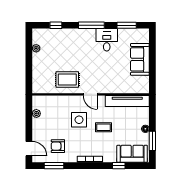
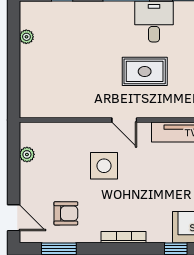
rug: (67, 80) -> (145, 71), moved
coffee table: (104, 127) -> (148, 179), removed
armchair: (58, 146) -> (66, 213), turned 180

